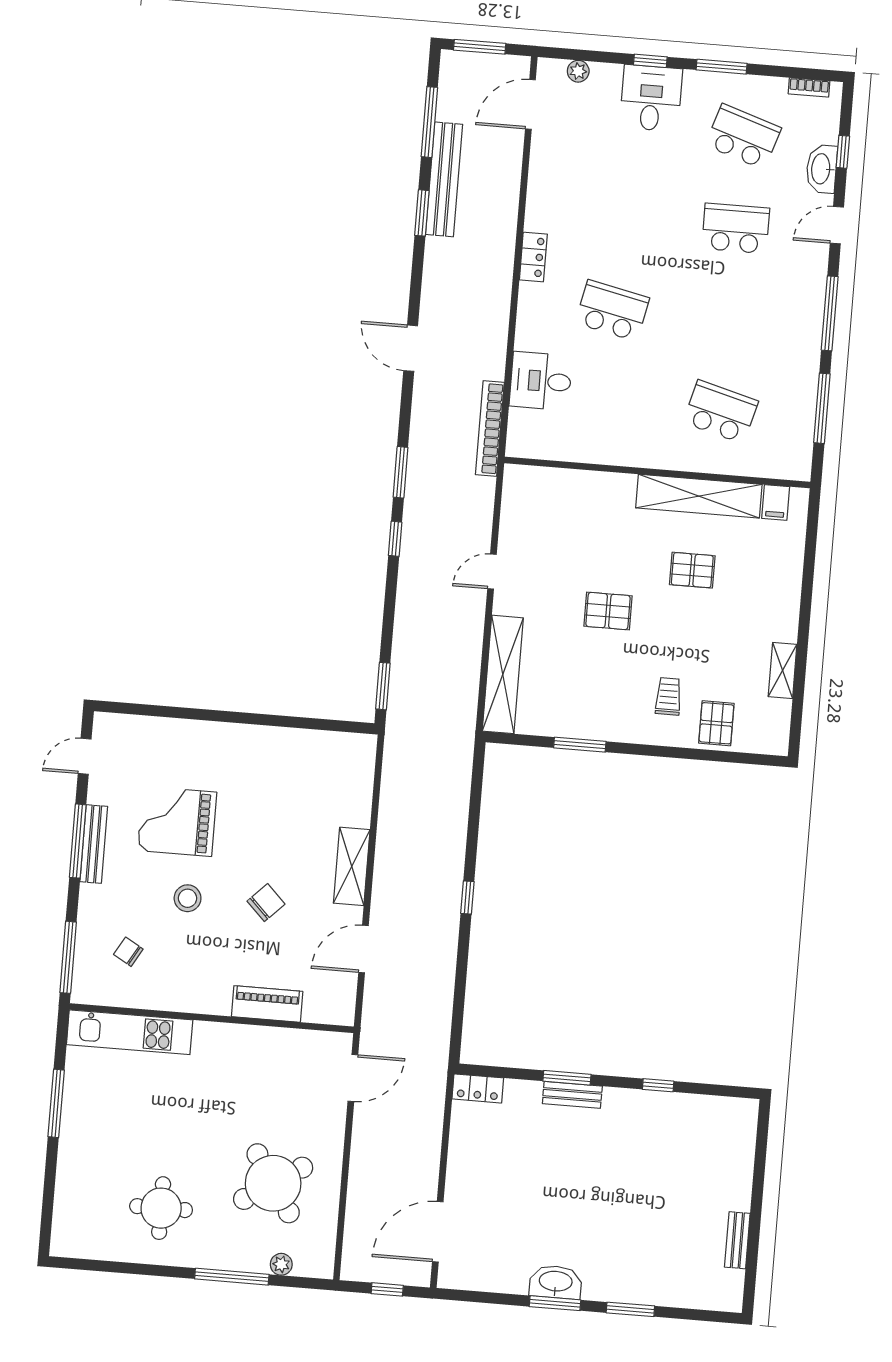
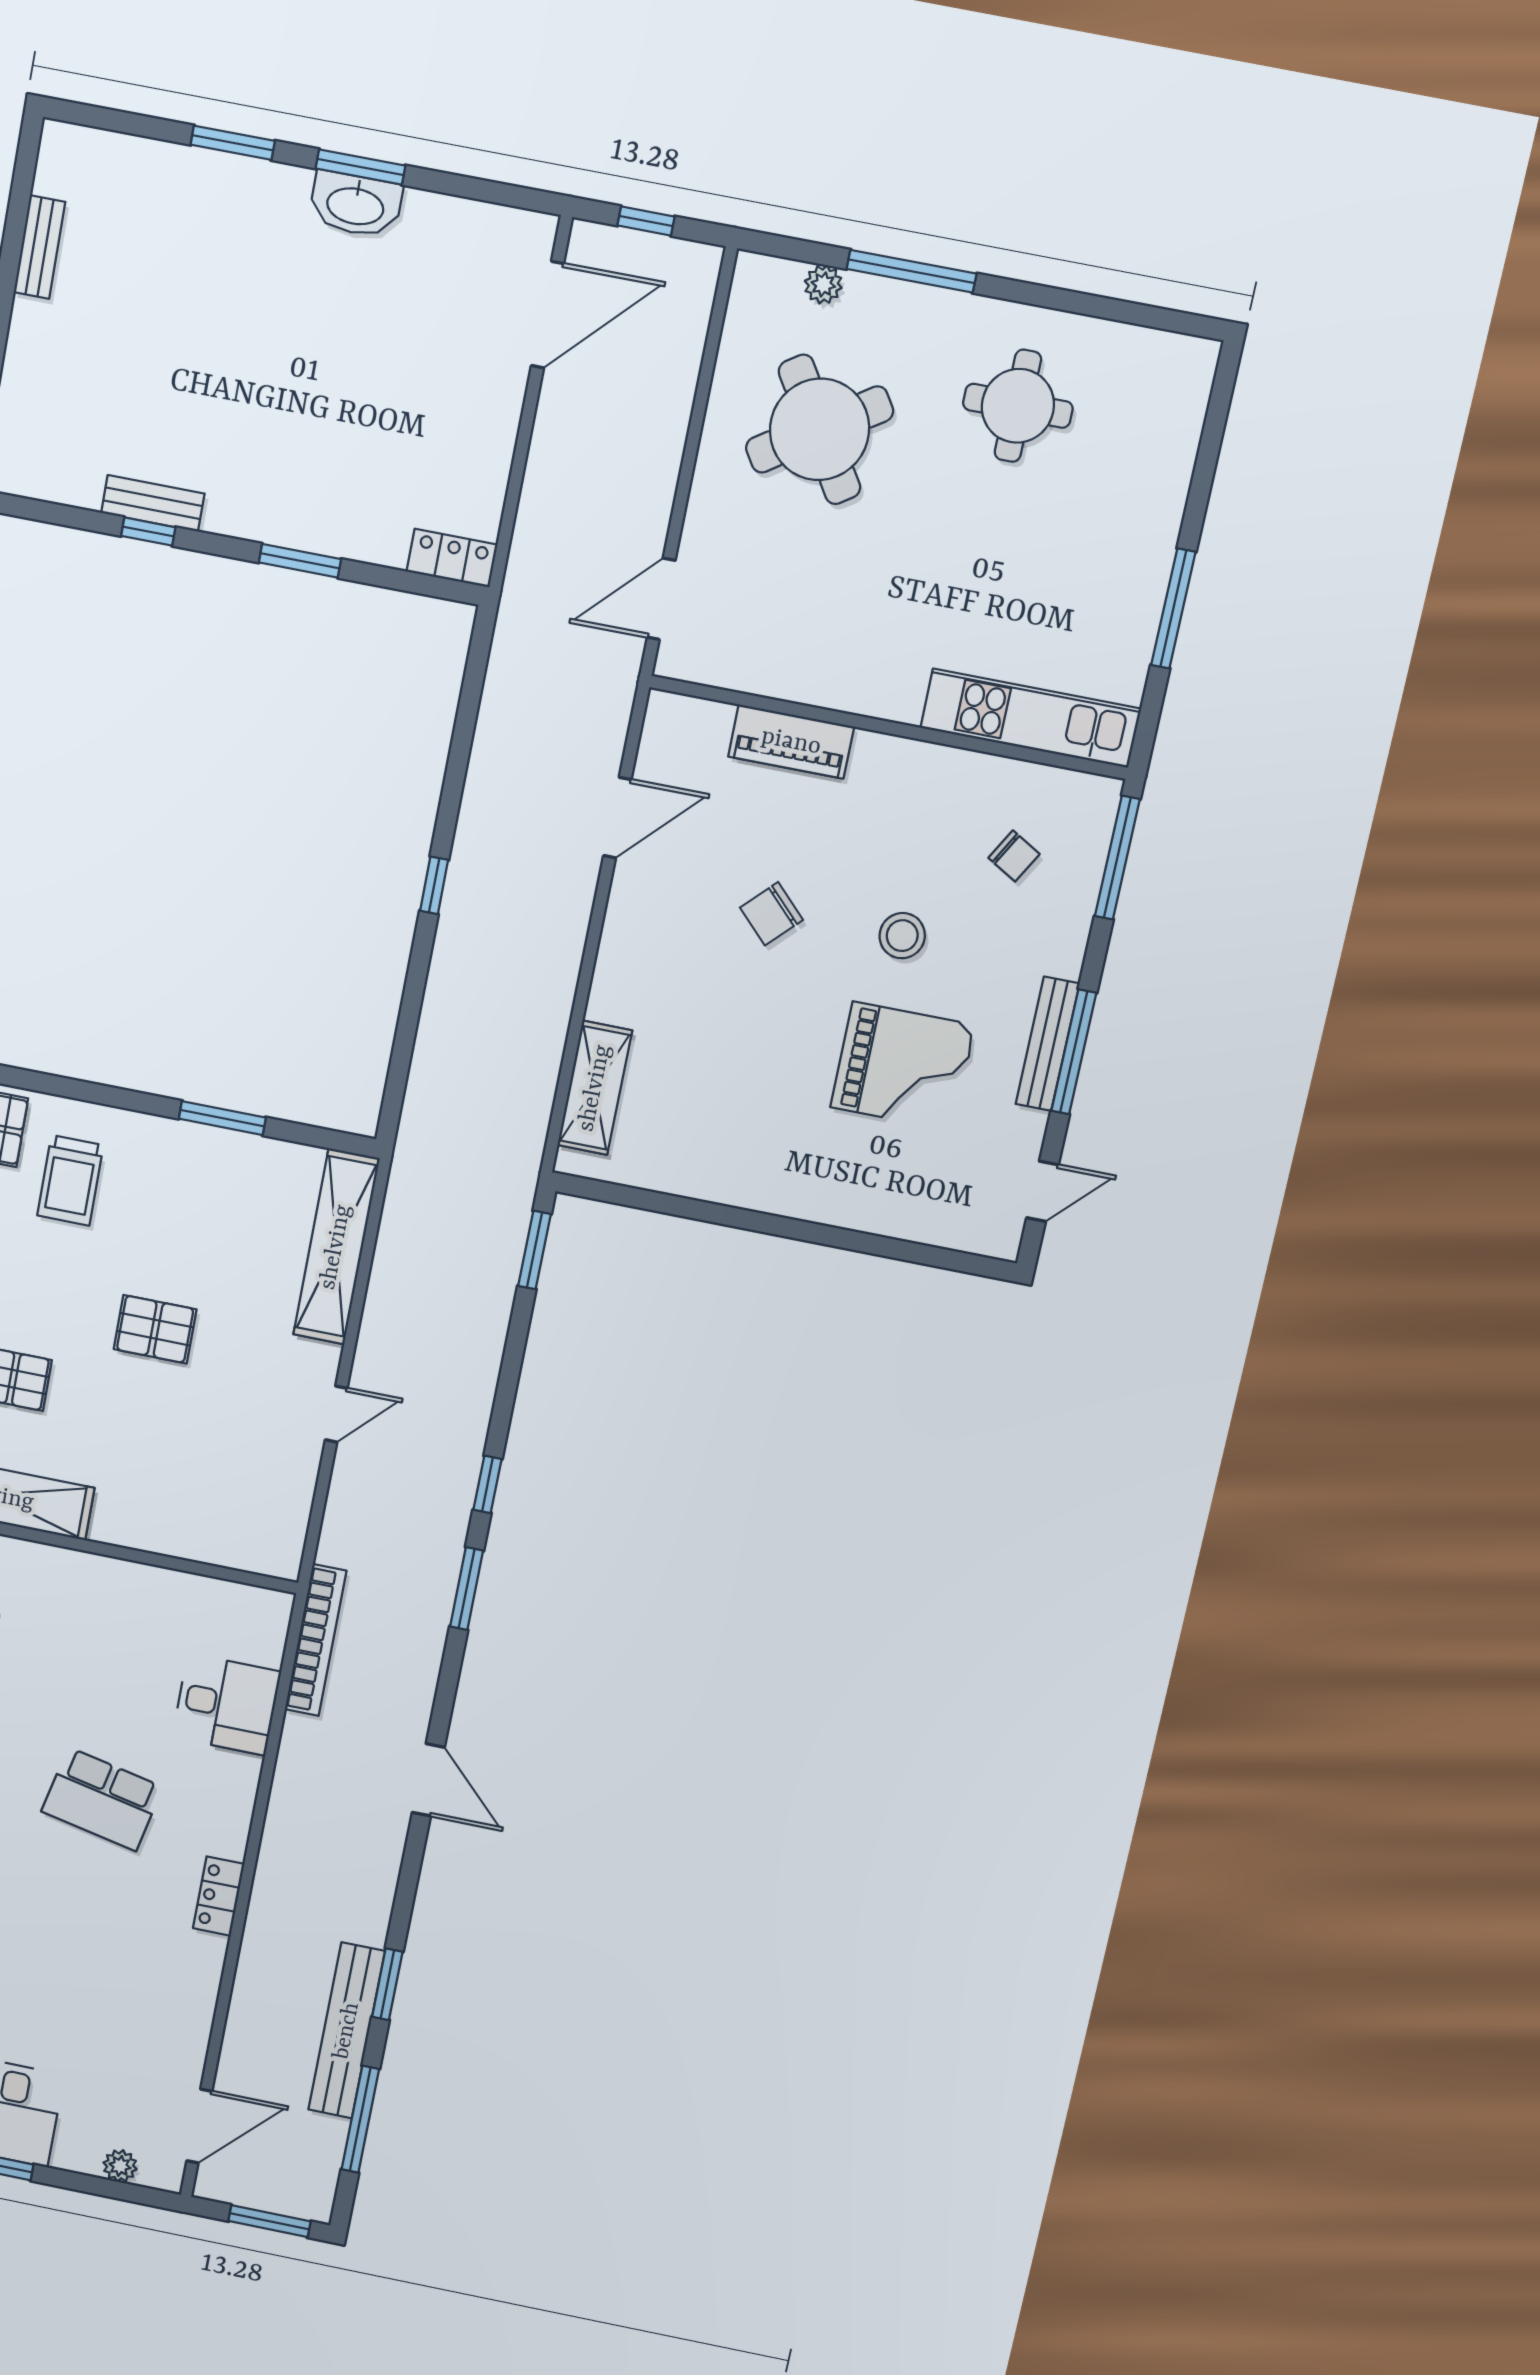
trolley: (668, 696) -> (70, 1180), width x1.36, depth x1.39
shelving: (352, 866) -> (595, 1088), moved
bench: (572, 1095) -> (153, 503), moved

